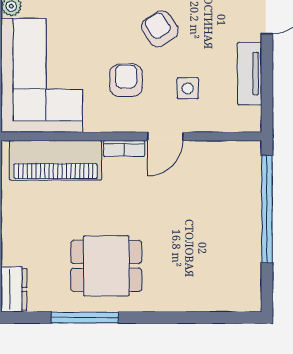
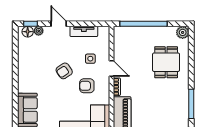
dining table: (106, 266) -> (166, 62), moved
plant: (247, 298) -> (183, 32), added

